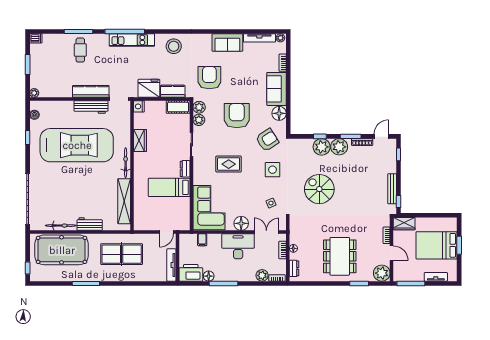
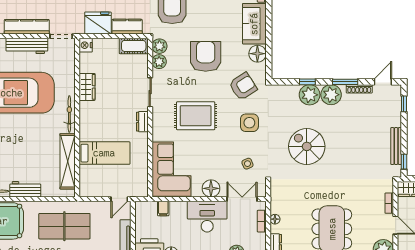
rug: (229, 164) -> (196, 116), width x1.36, depth x1.43
bed: (169, 187) -> (104, 153), moved, turned 180

